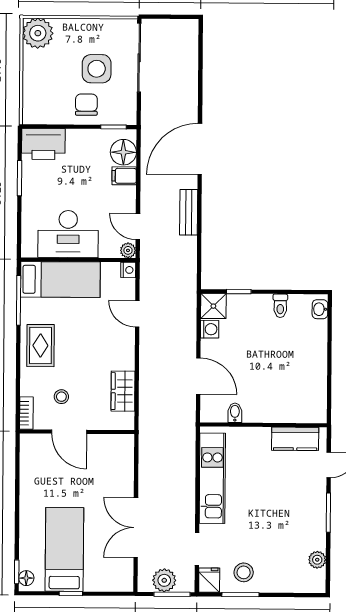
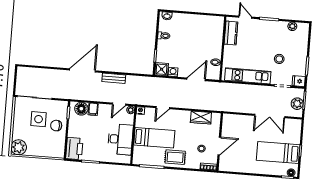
door: (200, 149) -> (82, 70), swing flipped
bed: (60, 279) -> (154, 138), moved, turned 90
stool: (244, 572) -> (279, 59), moved

